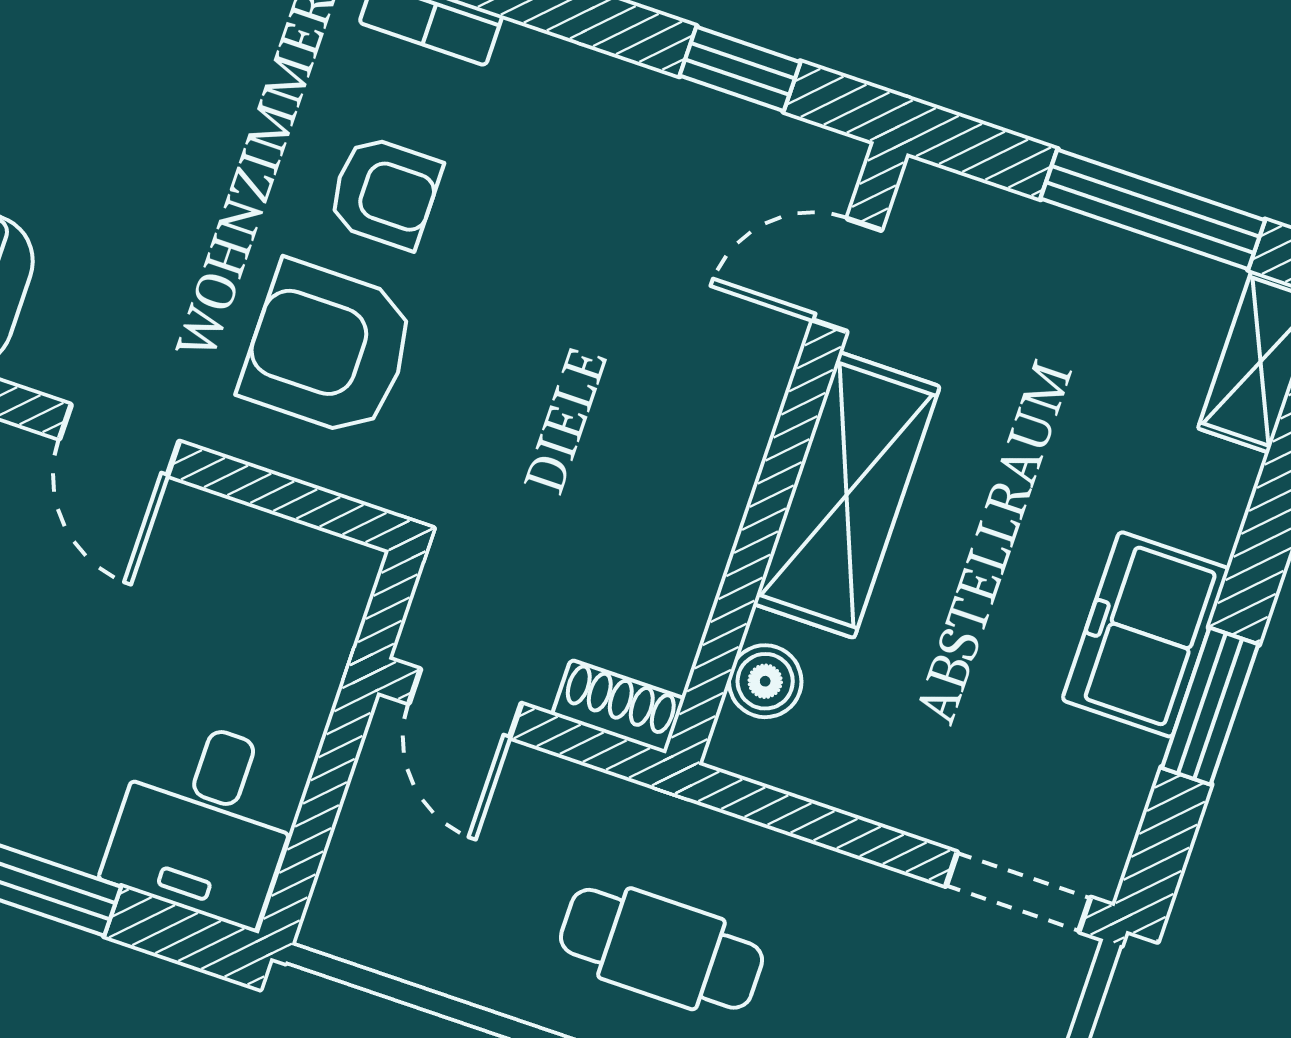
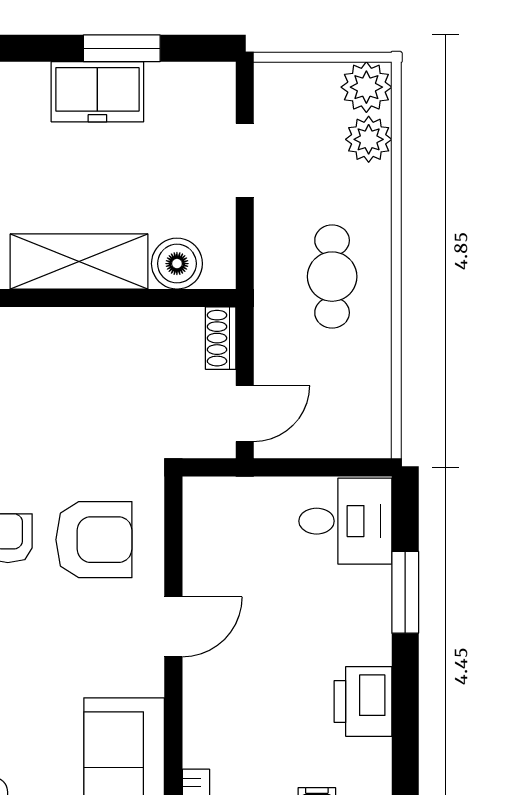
armchair: (328, 349) -> (94, 540), turned -90
boiler: (765, 681) -> (177, 264), width x1.36, depth x1.36
doorway: (1018, 892) -> (245, 160), moved

